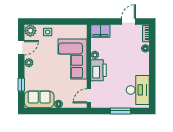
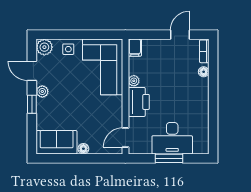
filing cabinet: (100, 31) -> (135, 48), width x0.50
door: (21, 48) -> (32, 71), swing flipped
corner sofa: (72, 59) -> (103, 67), moved
window: (21, 85) -> (32, 104), moved
desk: (138, 90) -> (172, 138), moved, turned 90

